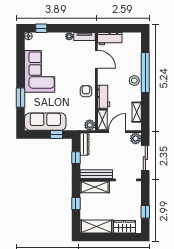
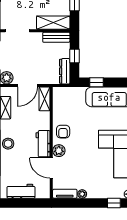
workbench: (110, 39) -> (21, 191), moved
workbench: (104, 97) -> (43, 144), moved
plant: (90, 125) -> (59, 151), moved
bench: (96, 174) -> (56, 37), width x0.73

